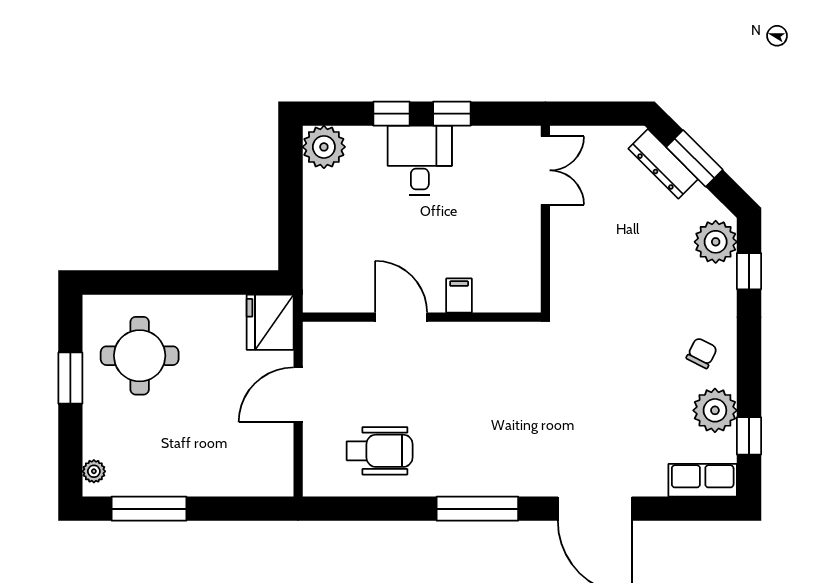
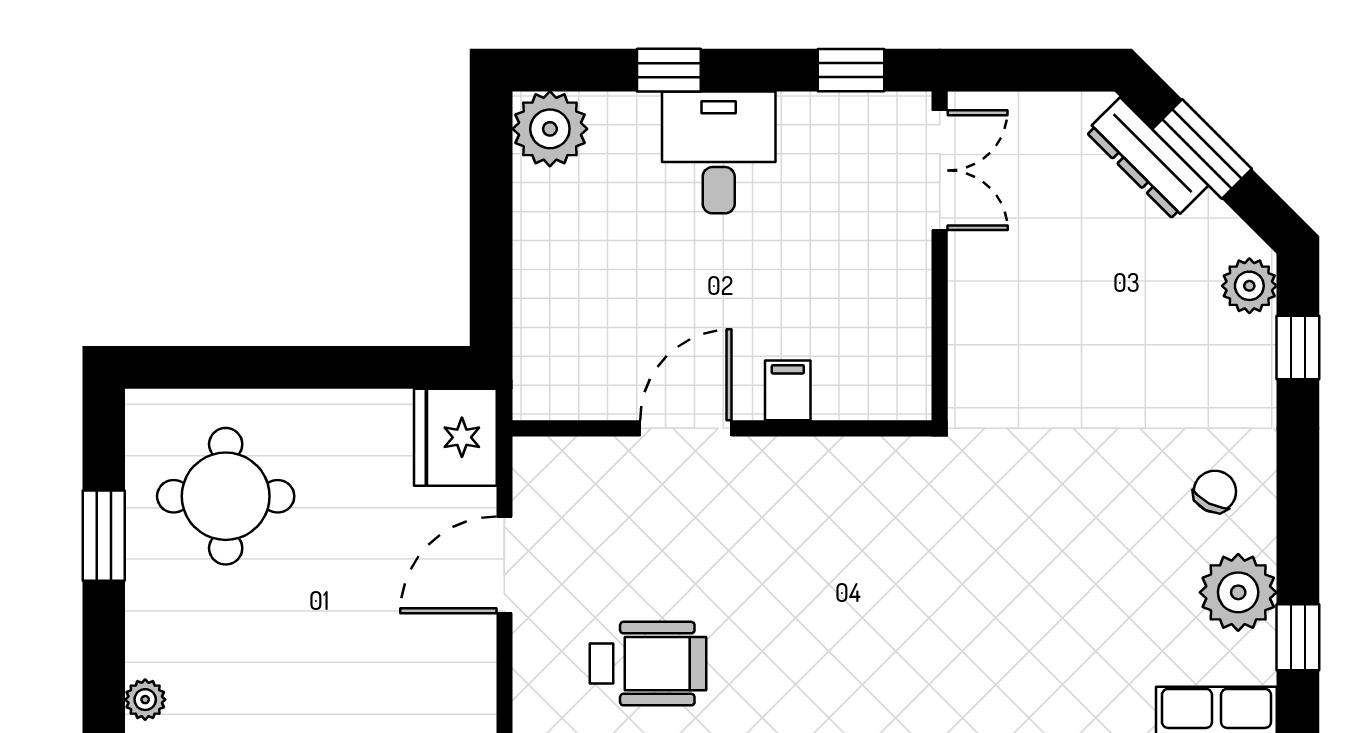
window: (452, 114) -> (851, 70), moved
plant: (716, 242) -> (1249, 286), width x0.73, depth x0.73
door: (401, 317) -> (686, 428), hinge flipped

